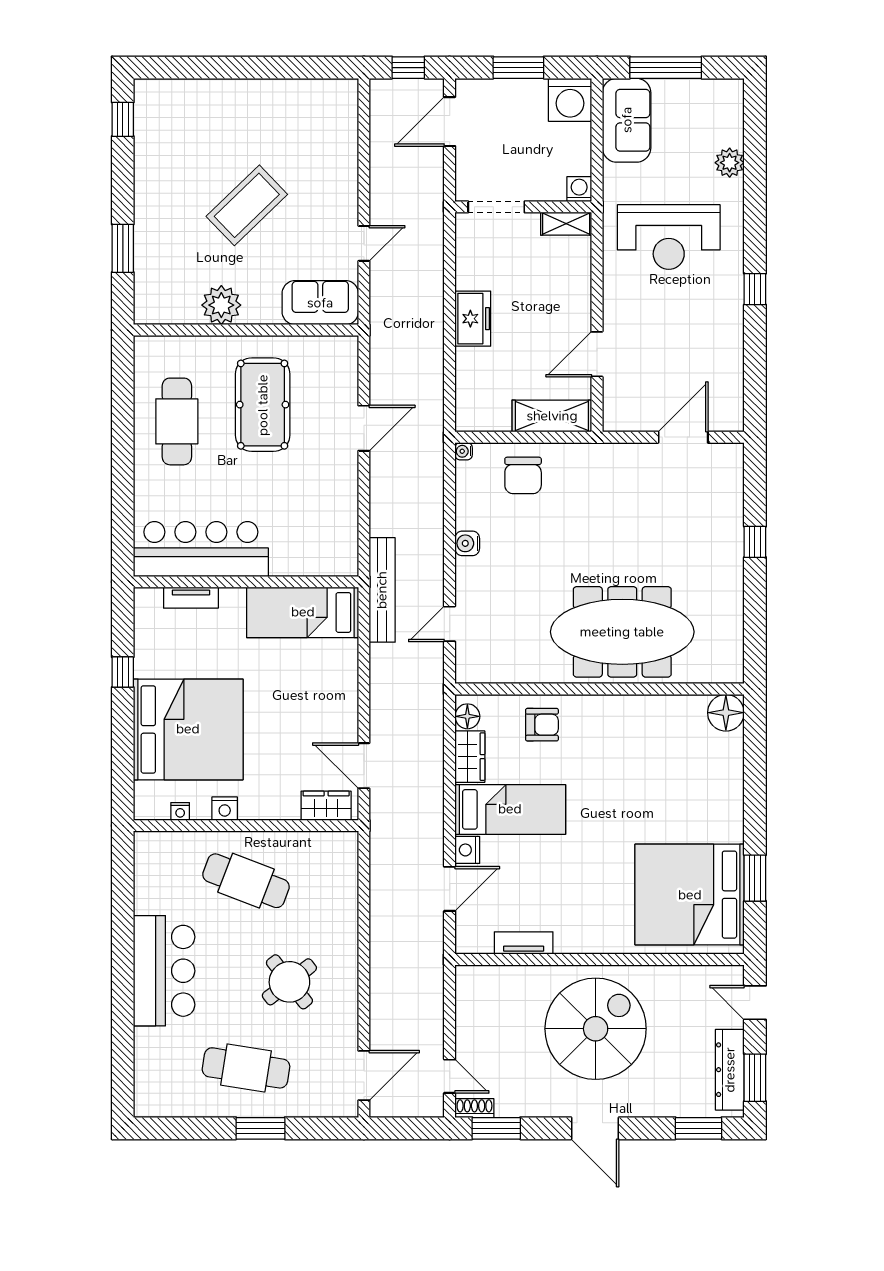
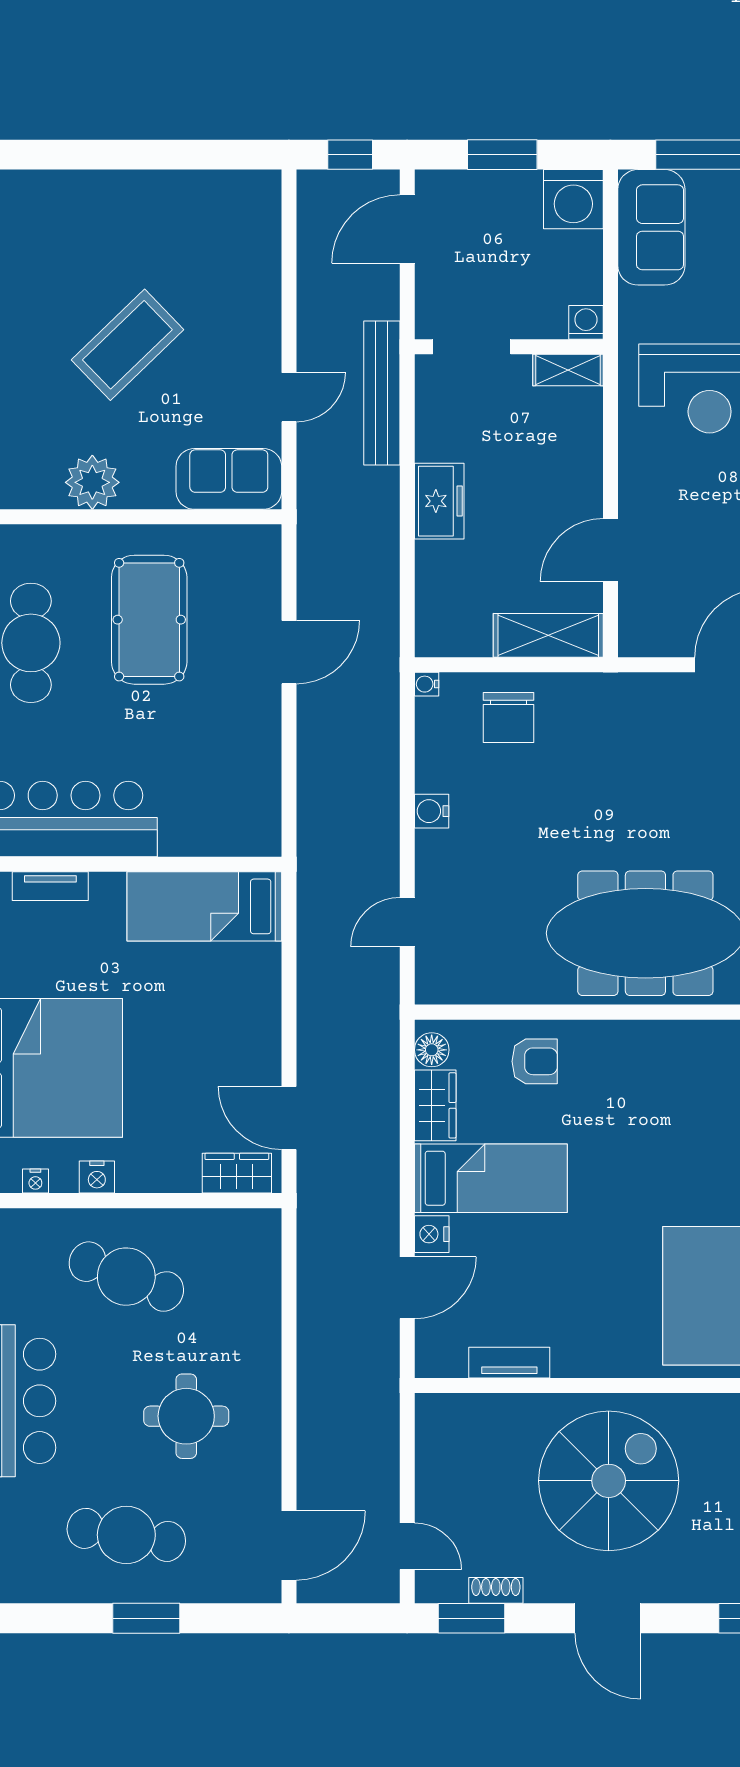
bench: (382, 590) -> (382, 393), moved
round table: (289, 982) -> (186, 1416), turned 38
shoe rack: (474, 1108) -> (496, 1590), moved

